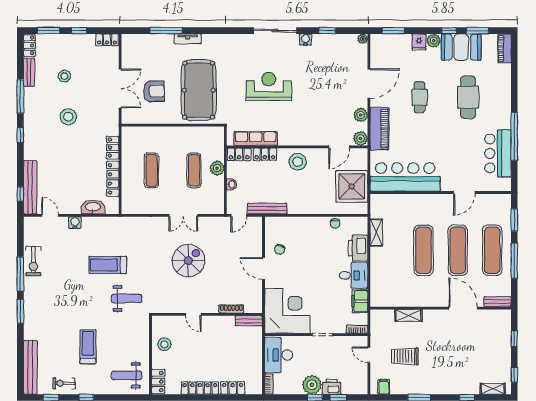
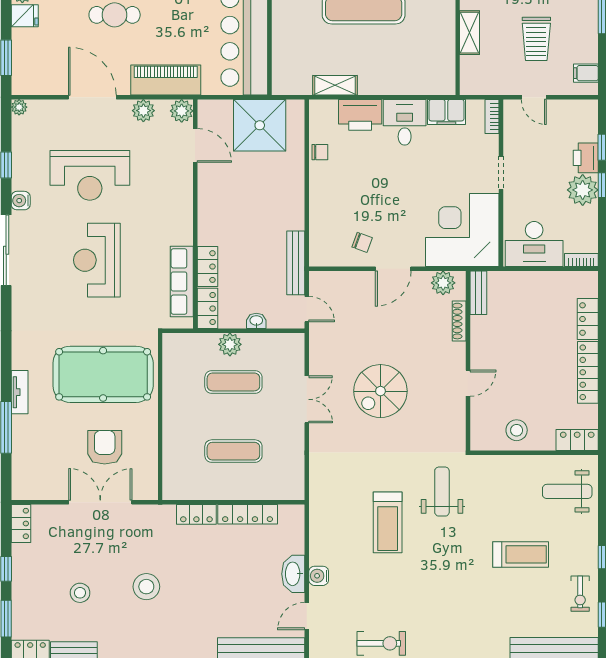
reception desk: (321, 82) -> (90, 175), added
stool: (298, 162) -> (219, 213), removed
washbasin: (93, 207) -> (293, 574), moved
spiral stairs: (188, 261) -> (380, 391), turned -90
plant: (255, 299) -> (443, 283), added
treadmill: (88, 347) -> (521, 554), turned 180
door: (369, 355) -> (534, 97), hinge flipped
weight bench: (127, 375) -> (567, 491), turned 90

